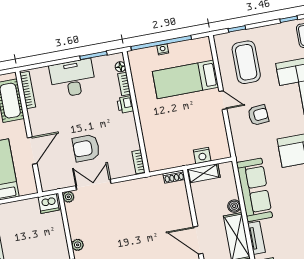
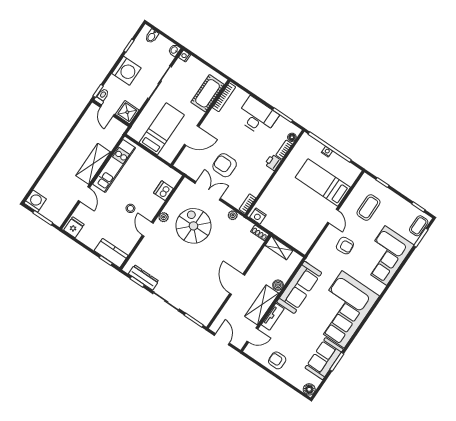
coffee table: (246, 62) -> (368, 208), width x0.73, depth x0.76
nightstand: (202, 155) -> (258, 216), moved
plant: (68, 197) -> (233, 215), moved
dishwasher: (49, 203) -> (163, 191), moved, turned 90
spiral stairs: (111, 227) -> (193, 226), added

